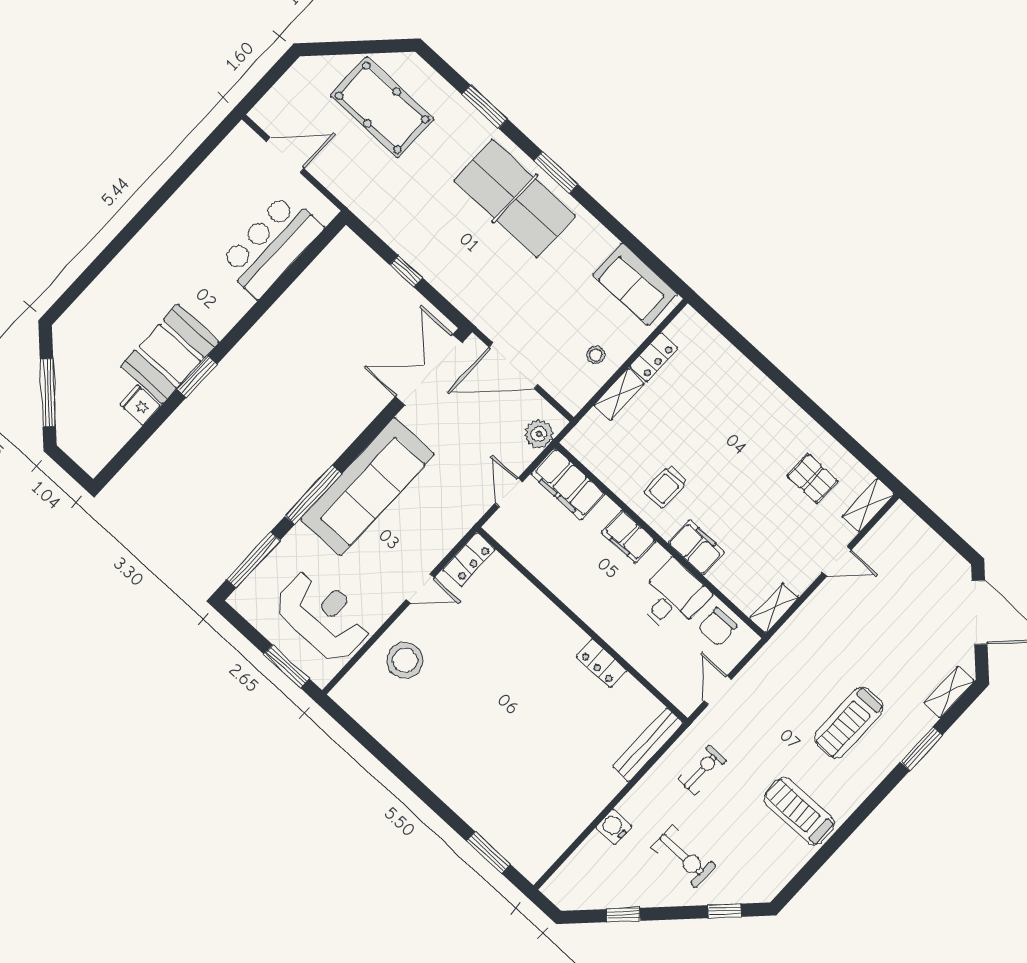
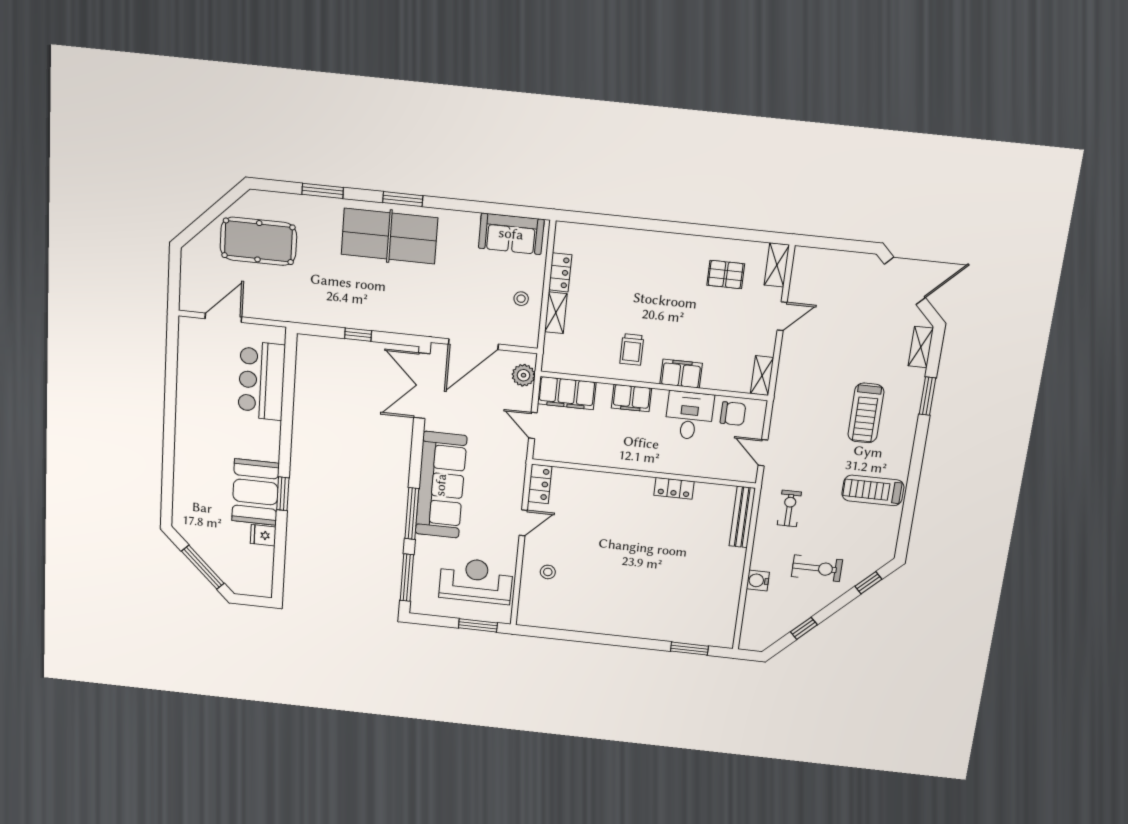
chair: (718, 627) -> (733, 414), turned -90
stool: (405, 660) -> (548, 572), width x0.53, depth x0.53

